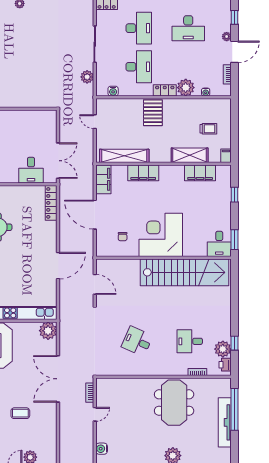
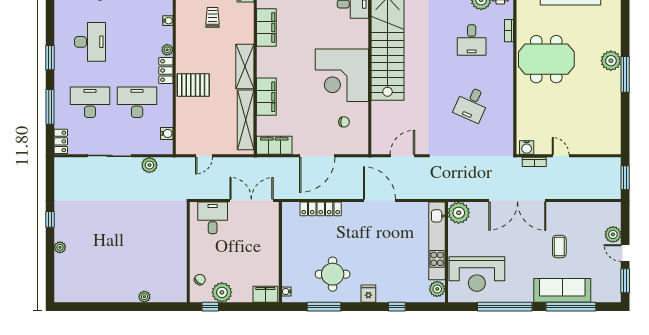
plant: (186, 88) -> (167, 50), width x0.53, depth x0.53
shelving: (190, 155) -> (245, 67), moved
desk: (31, 170) -> (213, 218), moved, turned -90
locker: (51, 203) -> (321, 209), moved
water cooler: (102, 449) -> (527, 147), moved

